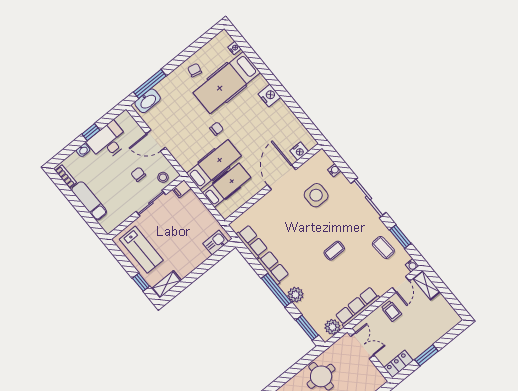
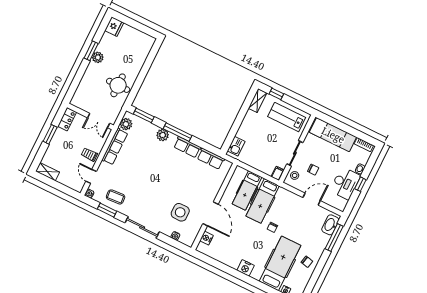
exam couch: (89, 201) -> (333, 135), width x1.36, depth x1.45
coffee table: (334, 251) -> (149, 179), removed
shelving: (427, 285) -> (48, 172), moved

